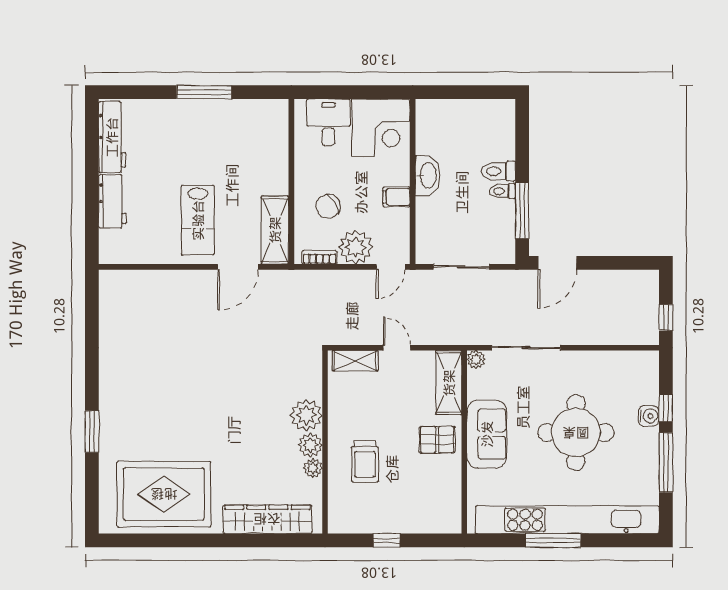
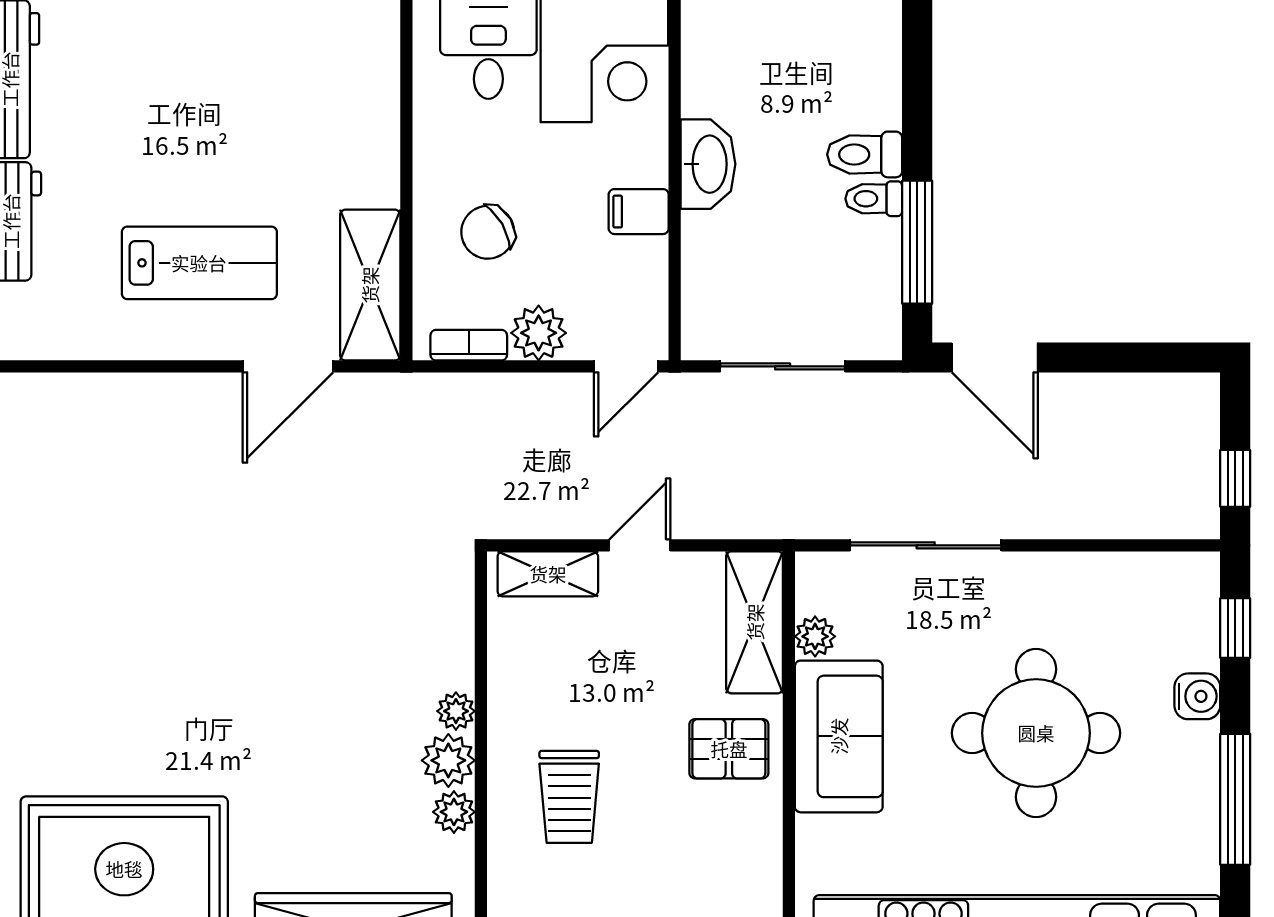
lab bench: (198, 220) -> (199, 263), turned -90
plant: (356, 247) -> (539, 333), width x0.73, depth x0.73
door: (557, 263) -> (995, 357), hinge flipped
door: (397, 348) -> (640, 545), hinge flipped
plant: (476, 360) -> (815, 636), moved
window: (666, 408) -> (1235, 628), moved
plant: (306, 415) -> (456, 711), width x0.53, depth x0.53

